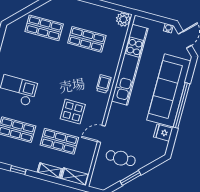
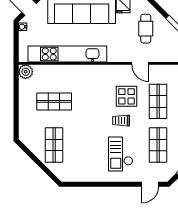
shop shelf: (87, 39) -> (54, 101), turned 90
trolley: (104, 84) -> (121, 121), moved
cafe table: (121, 158) -> (146, 29), moved

